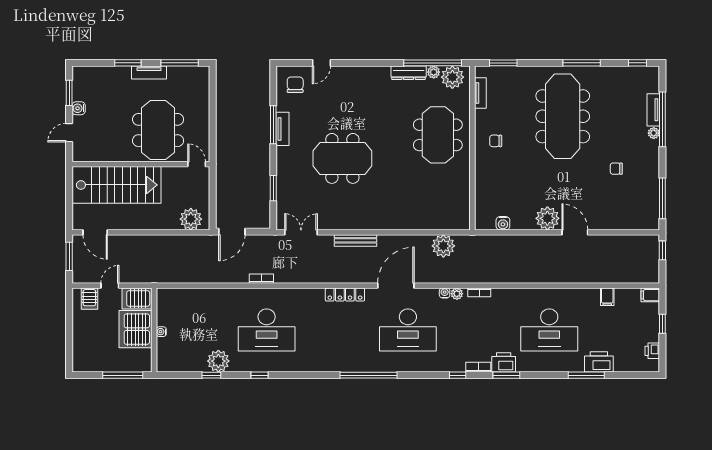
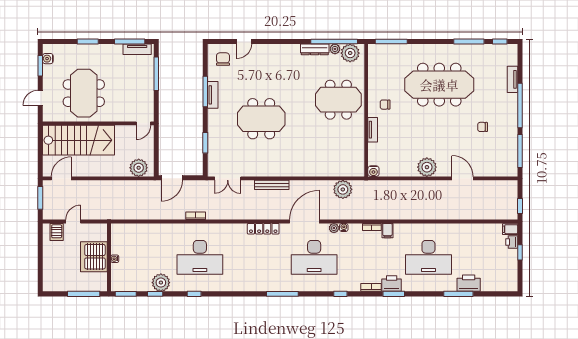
window: (503, 63) -> (391, 41), width x1.44
window: (582, 63) -> (469, 41), moved
tv unit: (149, 72) -> (137, 49), moved
tv unit: (480, 93) -> (373, 130), moved
window: (213, 103) -> (156, 74), added
water cooler: (79, 108) -> (48, 59), moved
meeting table: (563, 116) -> (439, 85), turned 90
window: (662, 119) -> (520, 105), moved
meeting table: (158, 130) -> (84, 93), moved
plant: (654, 133) -> (513, 98), removed
meeting table: (438, 135) -> (338, 100), turned 90
door: (197, 164) -> (143, 123), swing flipped
water cooler: (503, 223) -> (373, 171), moved
door: (95, 232) -> (61, 178), swing flipped
double door: (301, 232) -> (228, 178), swing flipped
door: (575, 232) -> (463, 178), moved
window: (662, 250) -> (520, 206), moved
plant: (457, 294) -> (334, 228), moved
filing cabinet: (607, 297) -> (387, 231), moved
server rack: (137, 298) -> (95, 232), removed
printer: (652, 351) -> (512, 242), moved
window: (175, 375) -> (126, 294), added
window: (369, 375) -> (282, 294), width x0.68
window: (458, 375) -> (340, 294), moved

